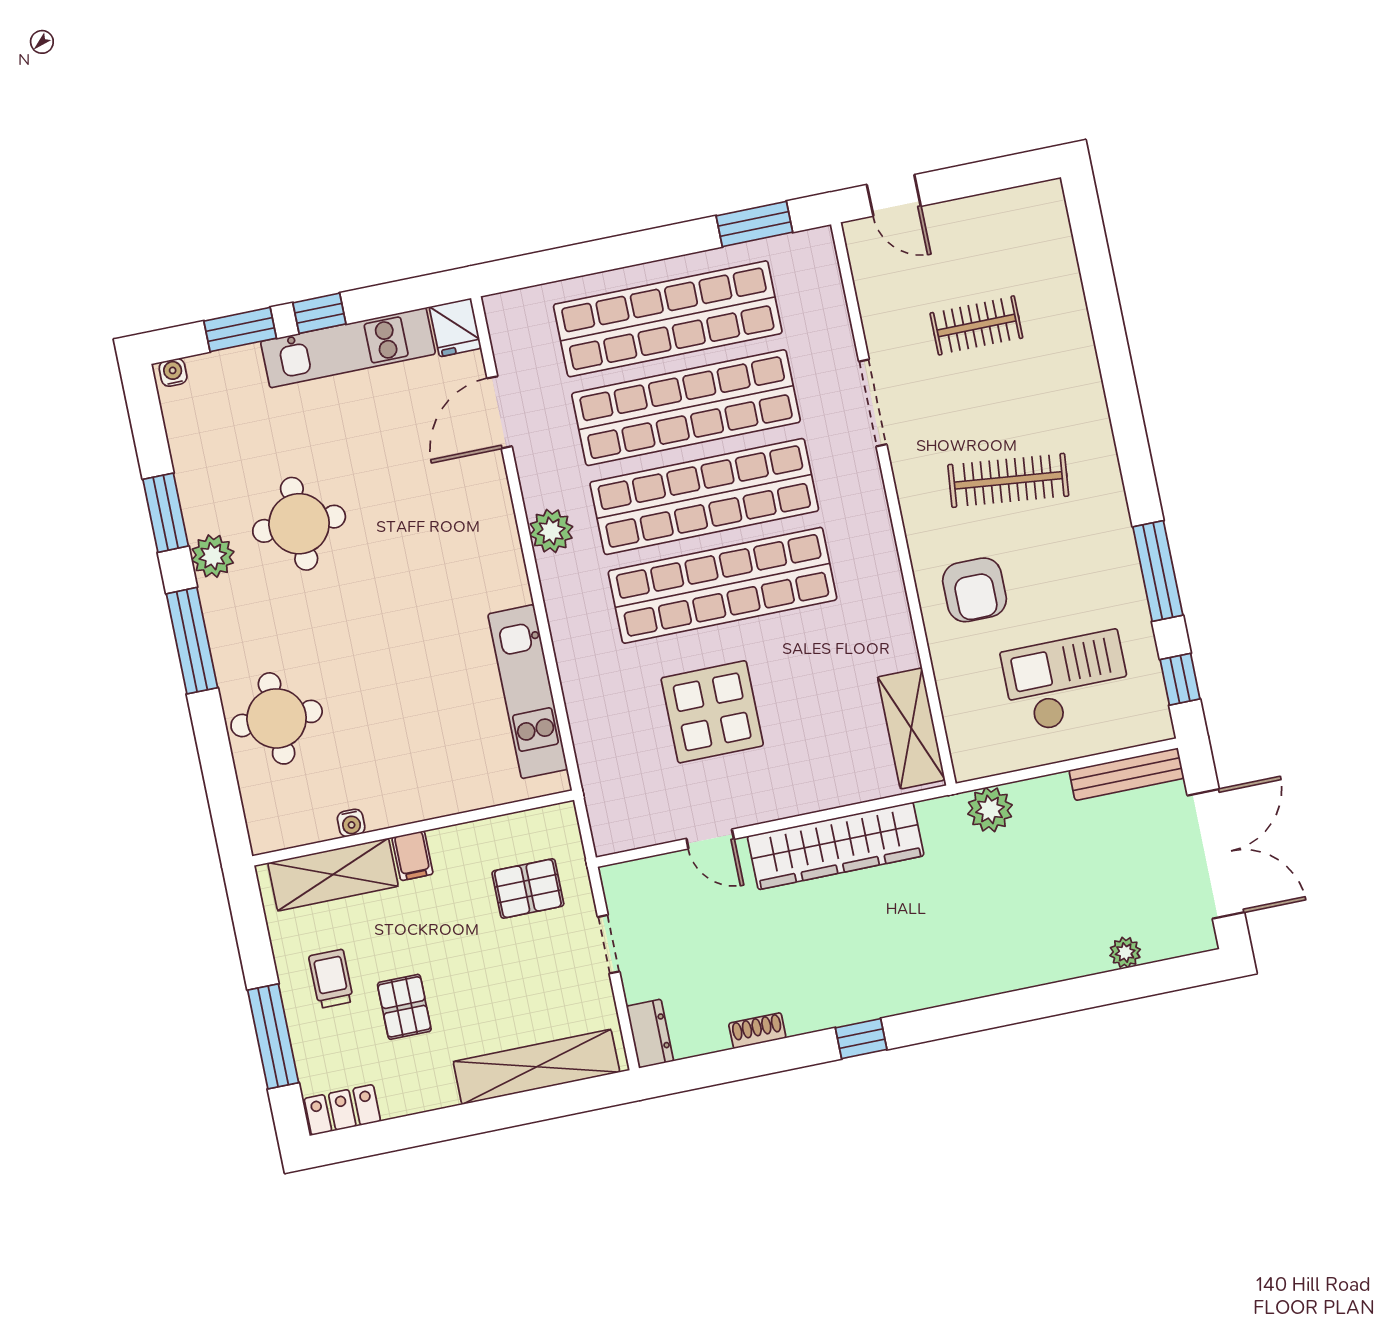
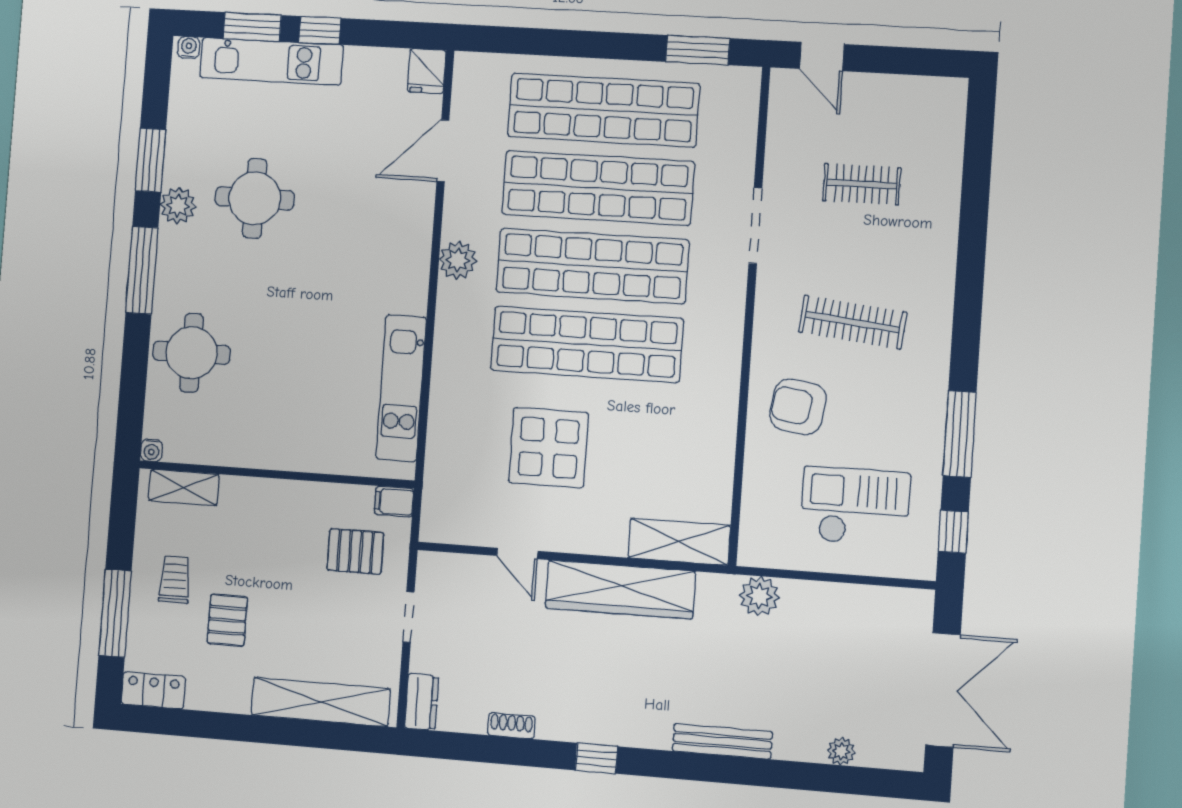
kitchen unit: (348, 348) -> (272, 61), moved
armchair: (975, 590) -> (798, 407), turned 99
shelving: (911, 728) -> (679, 542), moved, turned 90
bench: (1127, 774) -> (722, 741), moved
water cooler: (351, 823) -> (151, 450), moved
filing cabinet: (412, 856) -> (394, 502), moved, turned 90
shelving: (333, 874) -> (184, 488), width x0.67, depth x0.75

